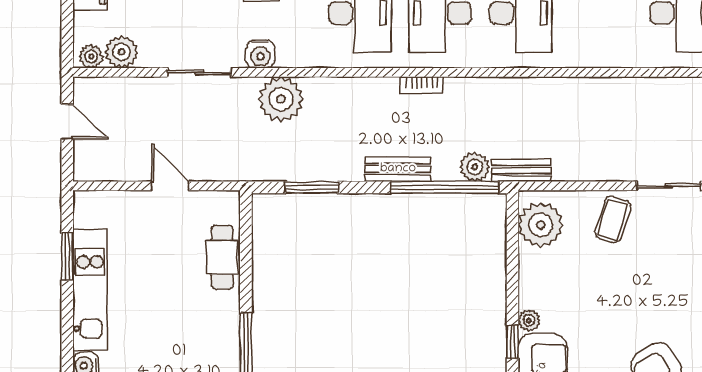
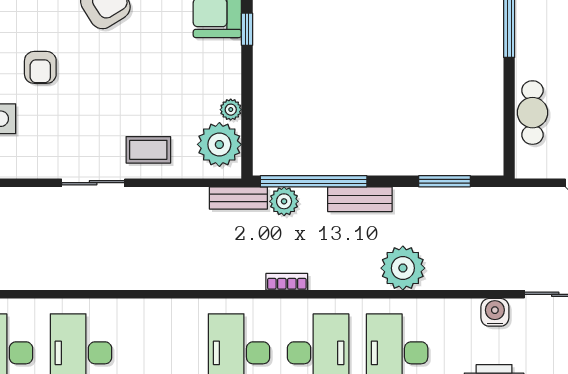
bookcase: (422, 85) -> (287, 282), moved
plant: (281, 99) -> (403, 268), moved
coffee table: (613, 219) -> (148, 150), turned 72
plant: (529, 320) -> (231, 110), moved

